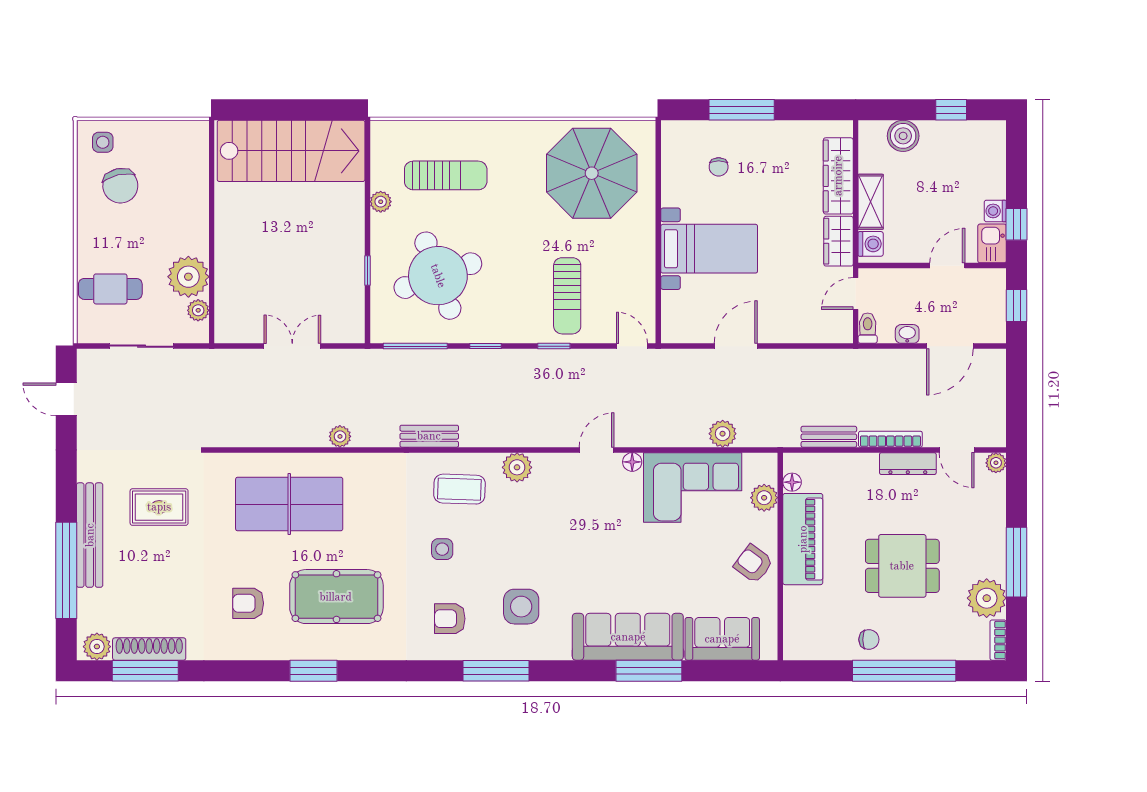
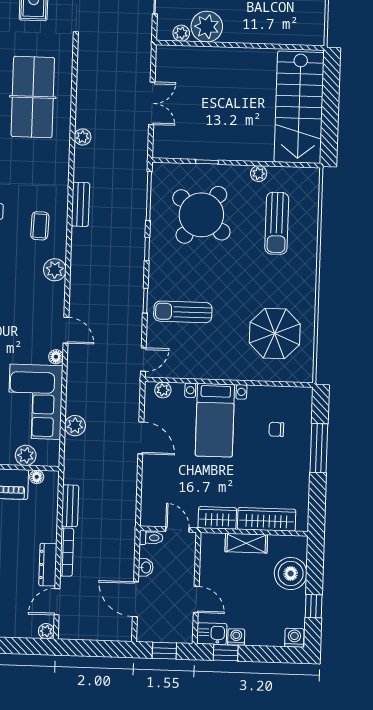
boiler: (903, 136) -> (291, 573), width x1.37, depth x1.37
parasol: (592, 173) -> (275, 333), width x0.73, depth x0.73
washing machine: (871, 244) -> (294, 638), moved, turned 180
round table: (438, 276) -> (201, 215), turned -32
plant: (671, 319) -> (163, 390), added
coffee table: (459, 489) -> (40, 226), width x0.73, depth x0.77

